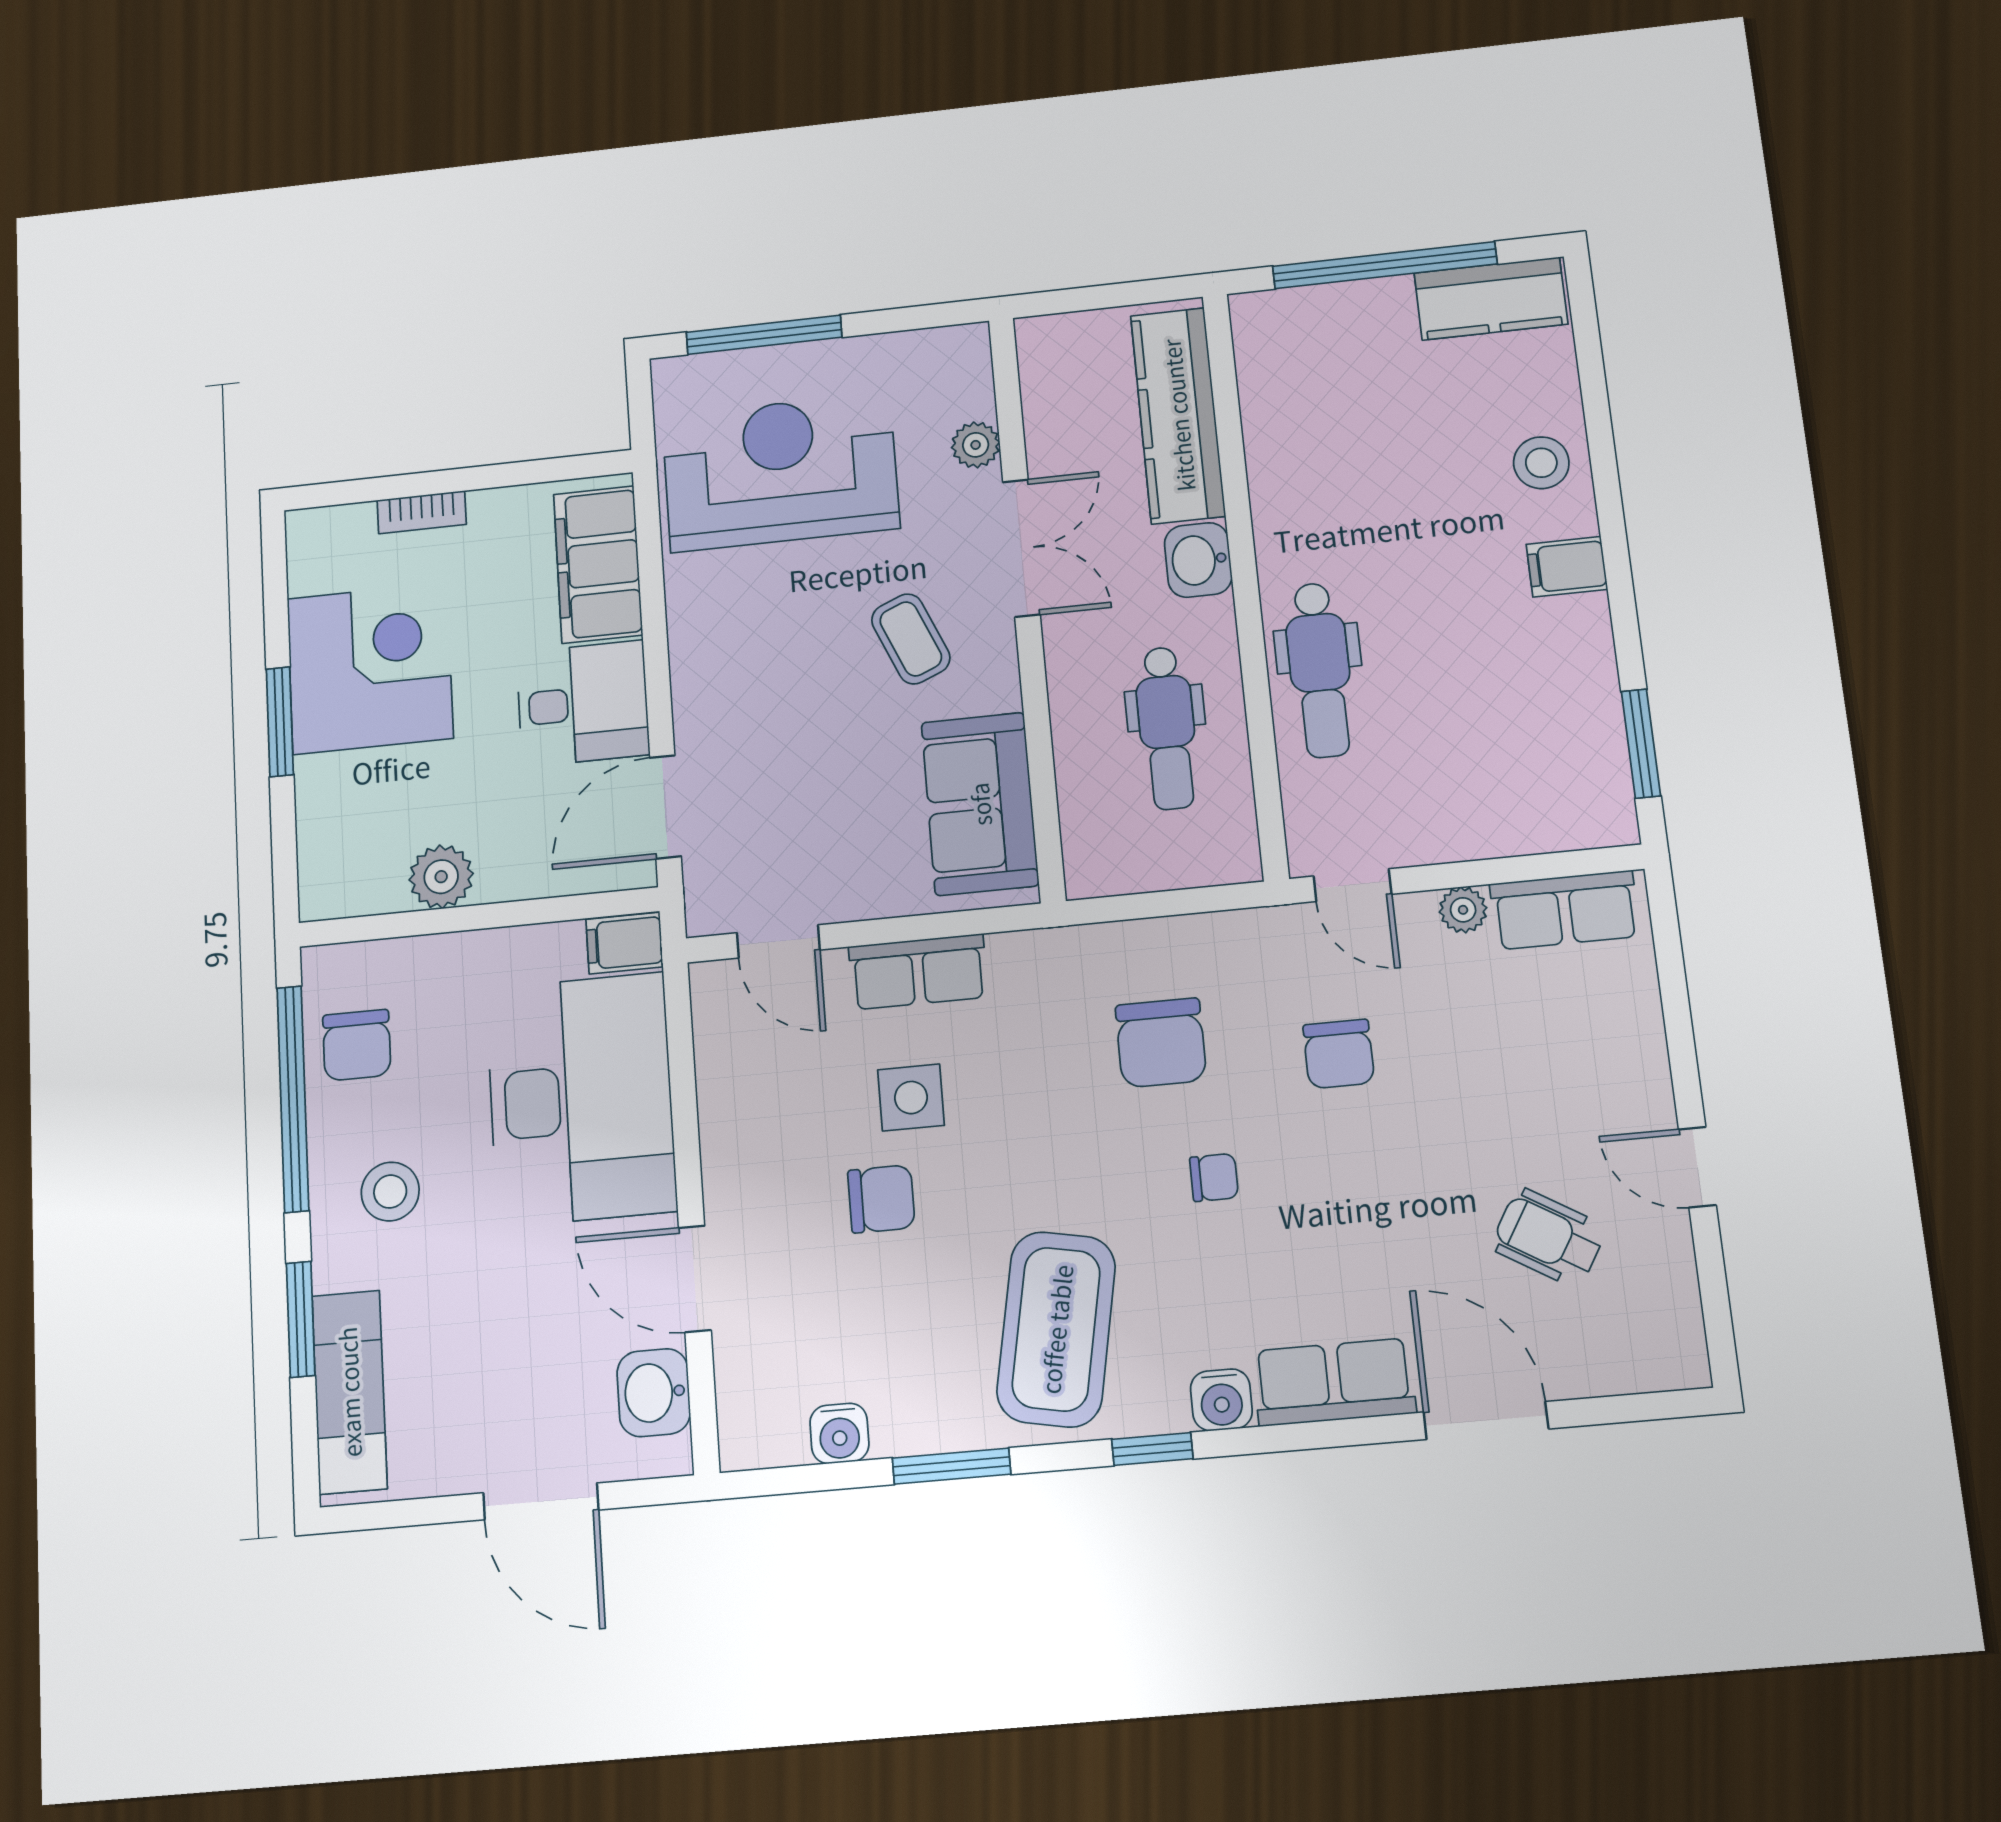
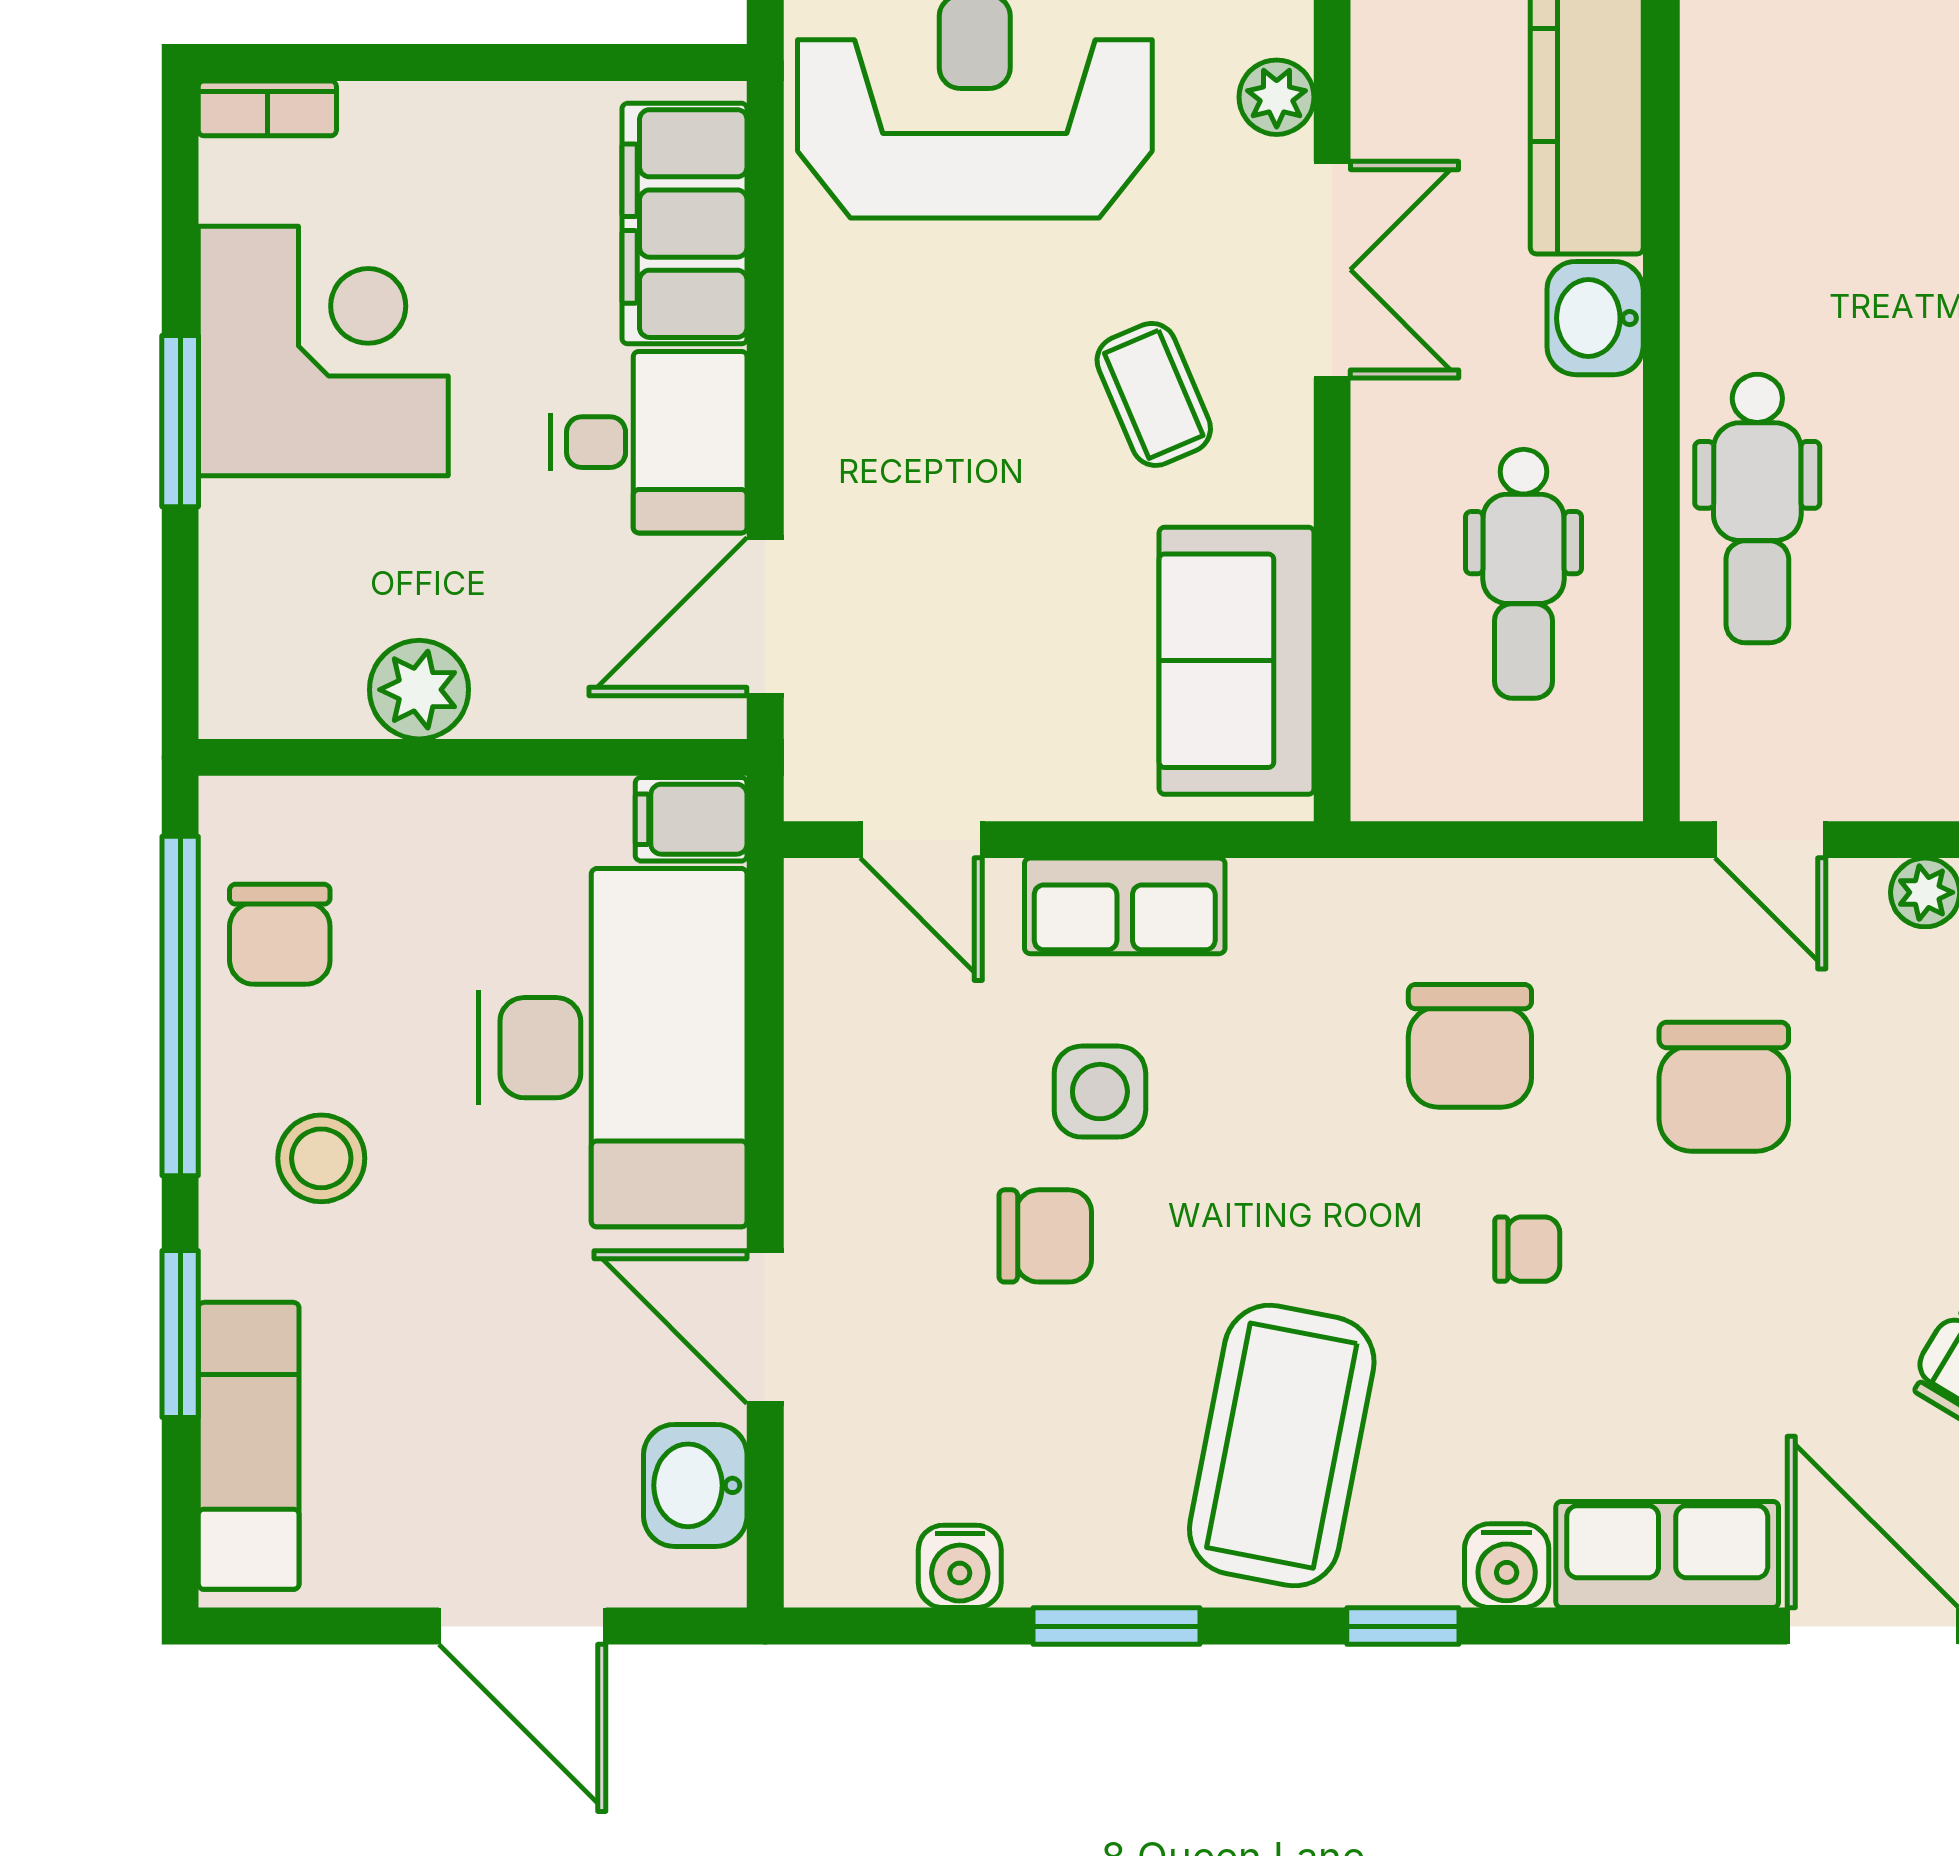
bookcase: (422, 512) -> (267, 108), moved
chair: (1339, 1054) -> (1724, 1087), width x1.37, depth x1.37

